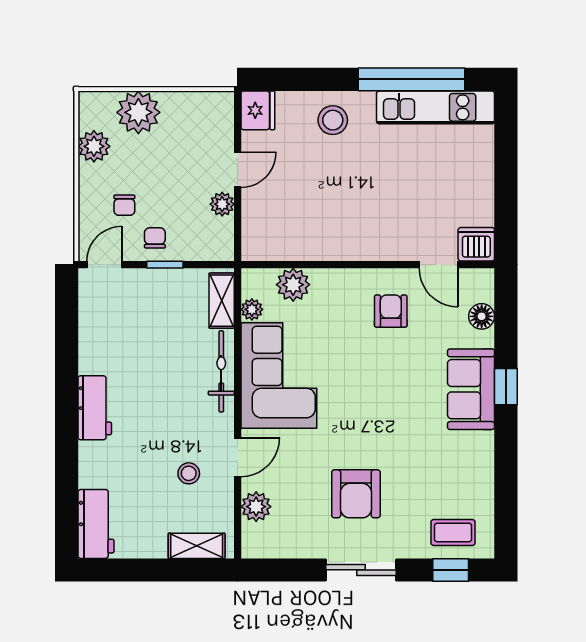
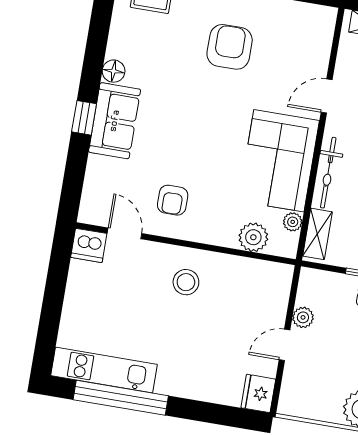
stool: (333, 120) -> (186, 282), moved
floor lamp: (482, 316) -> (114, 71), moved
plant: (256, 507) -> (318, 51), removed

